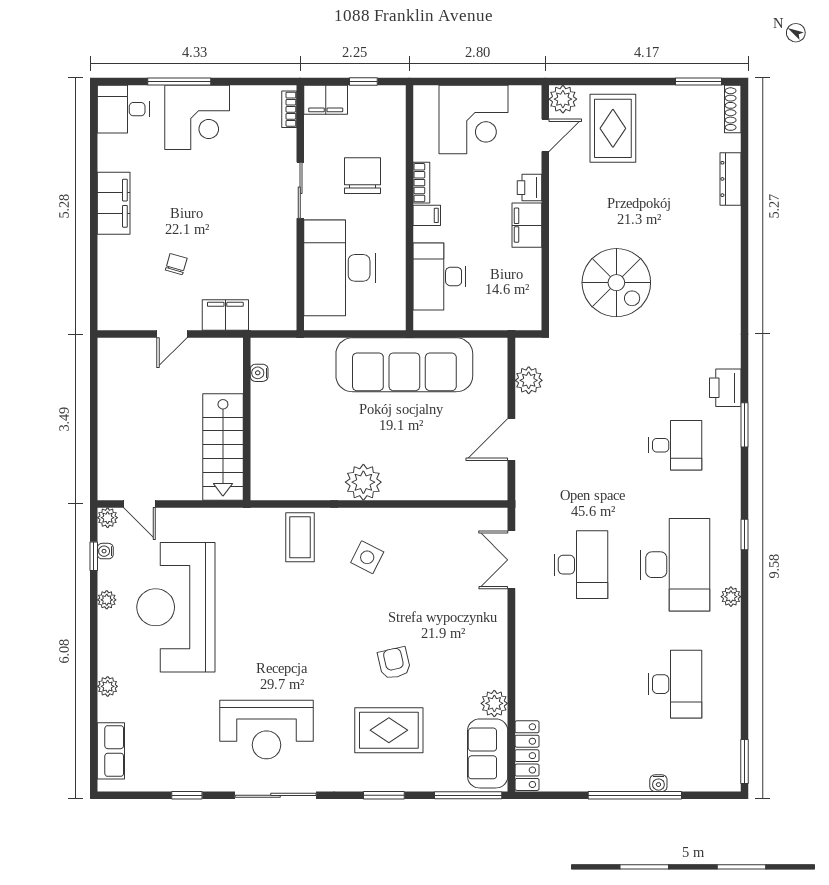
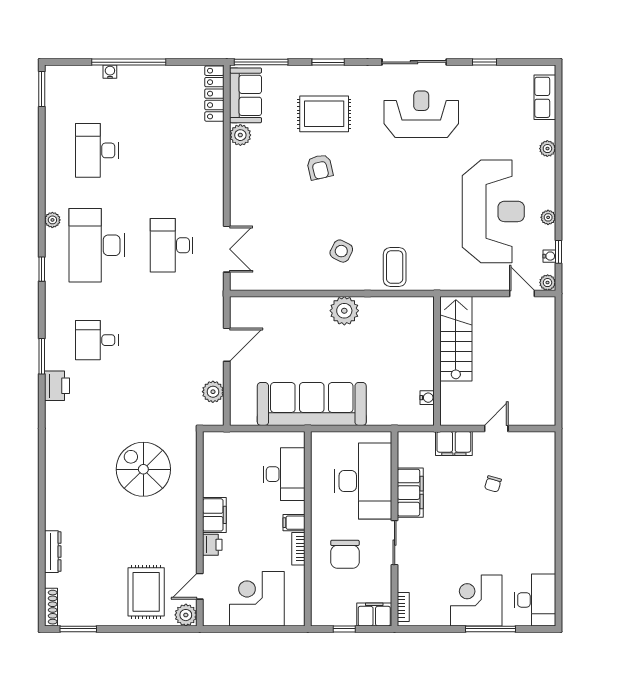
desk: (123, 109) -> (535, 600), width x1.37
filing cabinet: (114, 203) -> (410, 493), moved, turned 180

